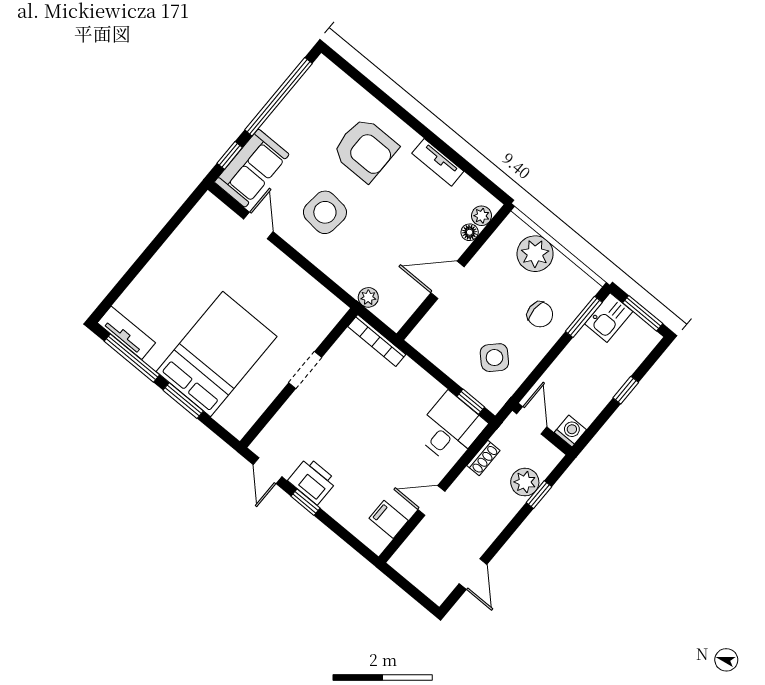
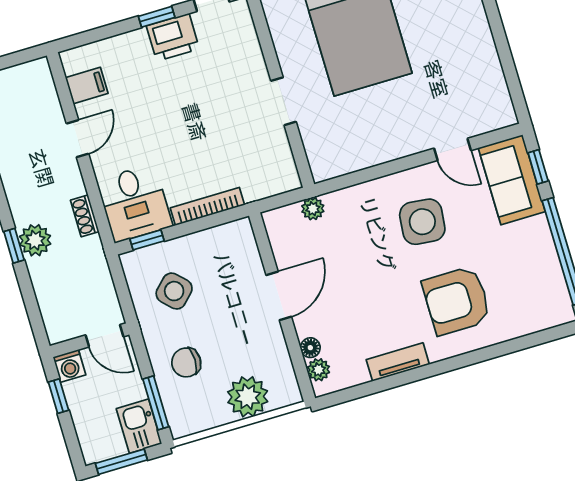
bookcase: (377, 341) -> (207, 206), moved
door: (532, 420) -> (104, 336), moved
wall: (542, 429) -> (90, 340), moved
washing machine: (570, 431) -> (69, 366), moved

